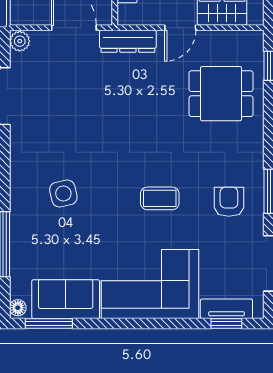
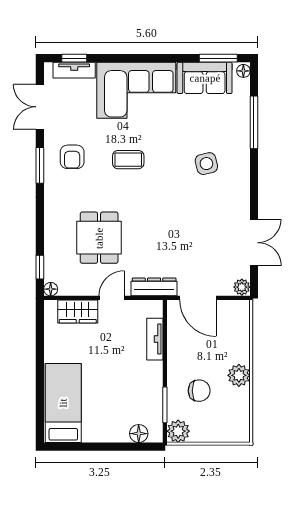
floor lamp: (255, 39) -> (51, 289), added
dining table: (221, 94) -> (99, 238), moved, turned 90

